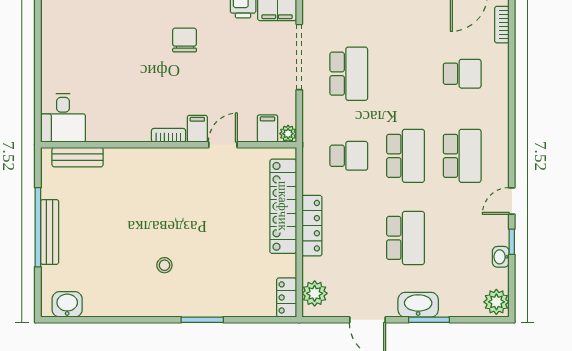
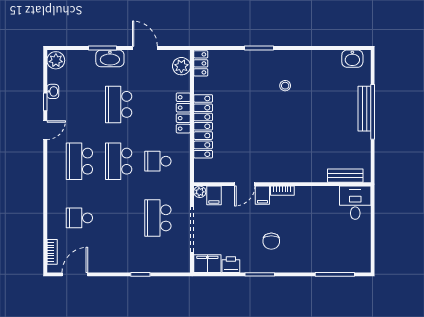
desk: (63, 118) -> (355, 203), moved
filing cabinet: (268, 128) -> (214, 195), moved
filing cabinet: (197, 129) -> (262, 195), moved
plant: (288, 134) -> (200, 192), moved
bookcase: (168, 135) -> (282, 191), moved
wall: (169, 145) -> (282, 184), moved
door: (223, 145) -> (245, 184), moved
bench: (78, 157) -> (345, 176), moved

